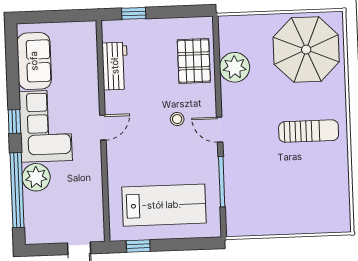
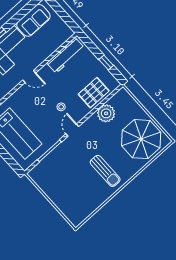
window: (134, 13) -> (106, 63), moved
workbench: (115, 66) -> (66, 55), width x1.38

